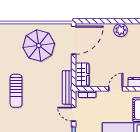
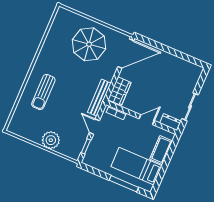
plant: (120, 30) -> (176, 64), removed
sun lounger: (16, 91) -> (43, 92), moved

